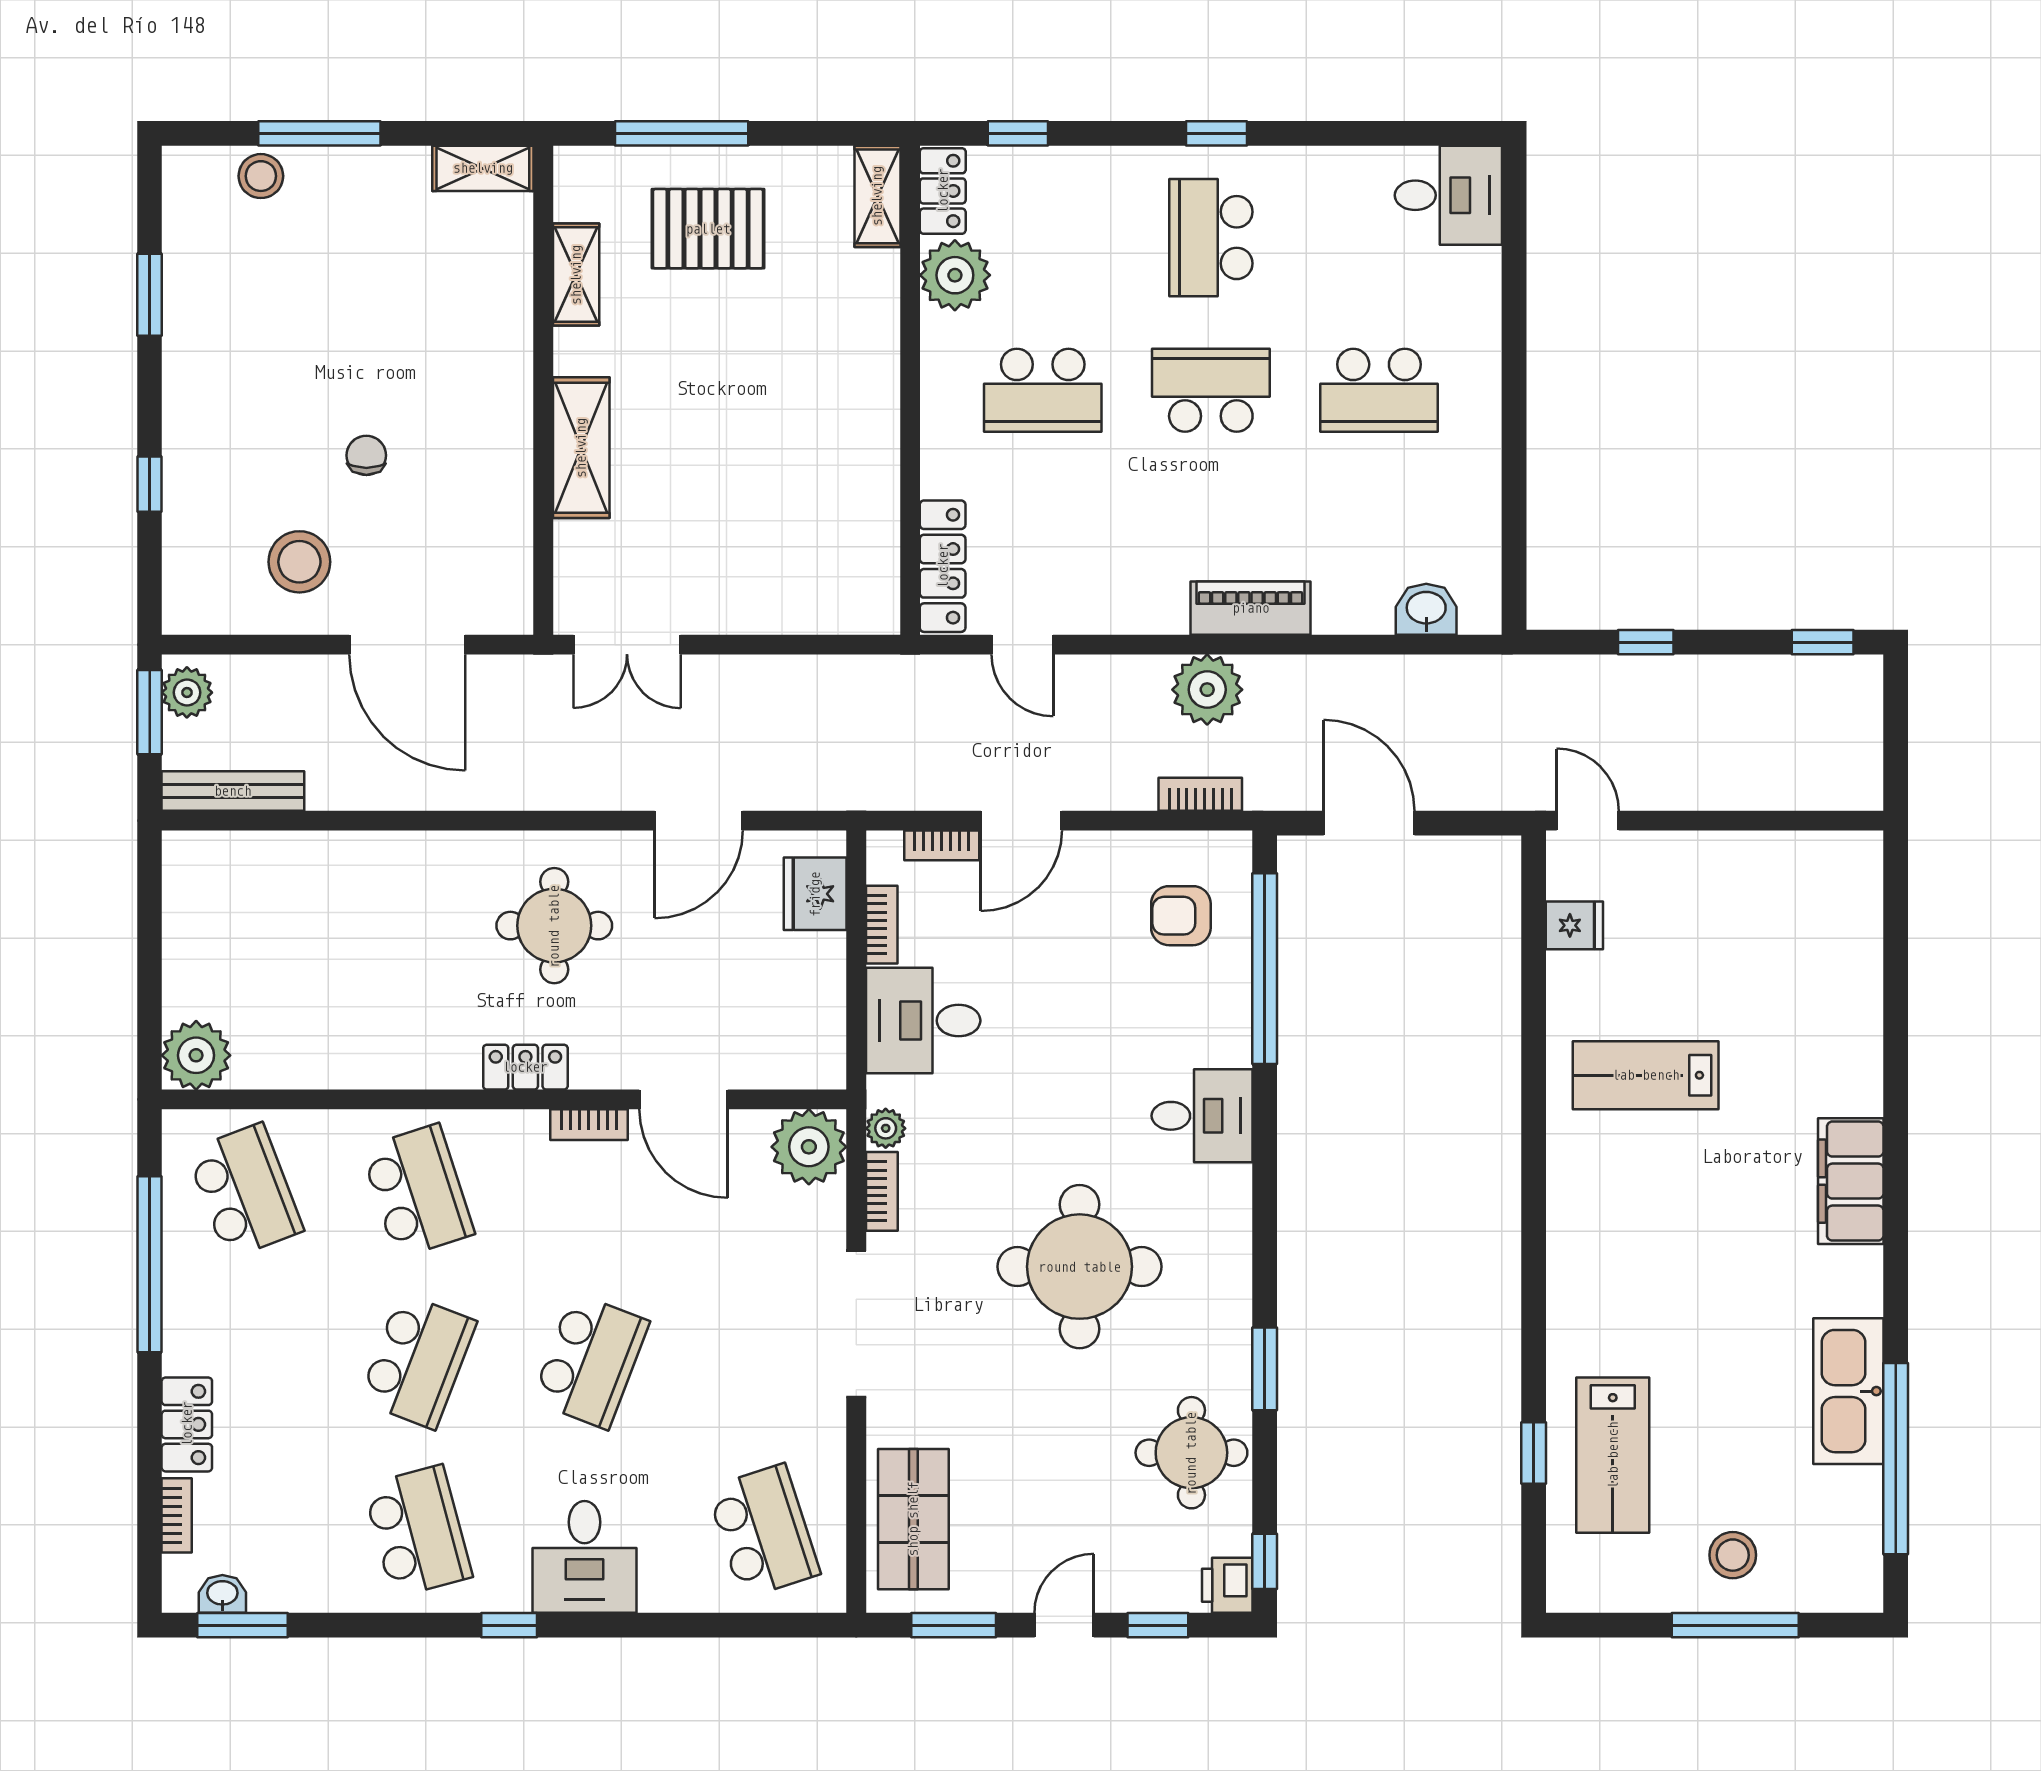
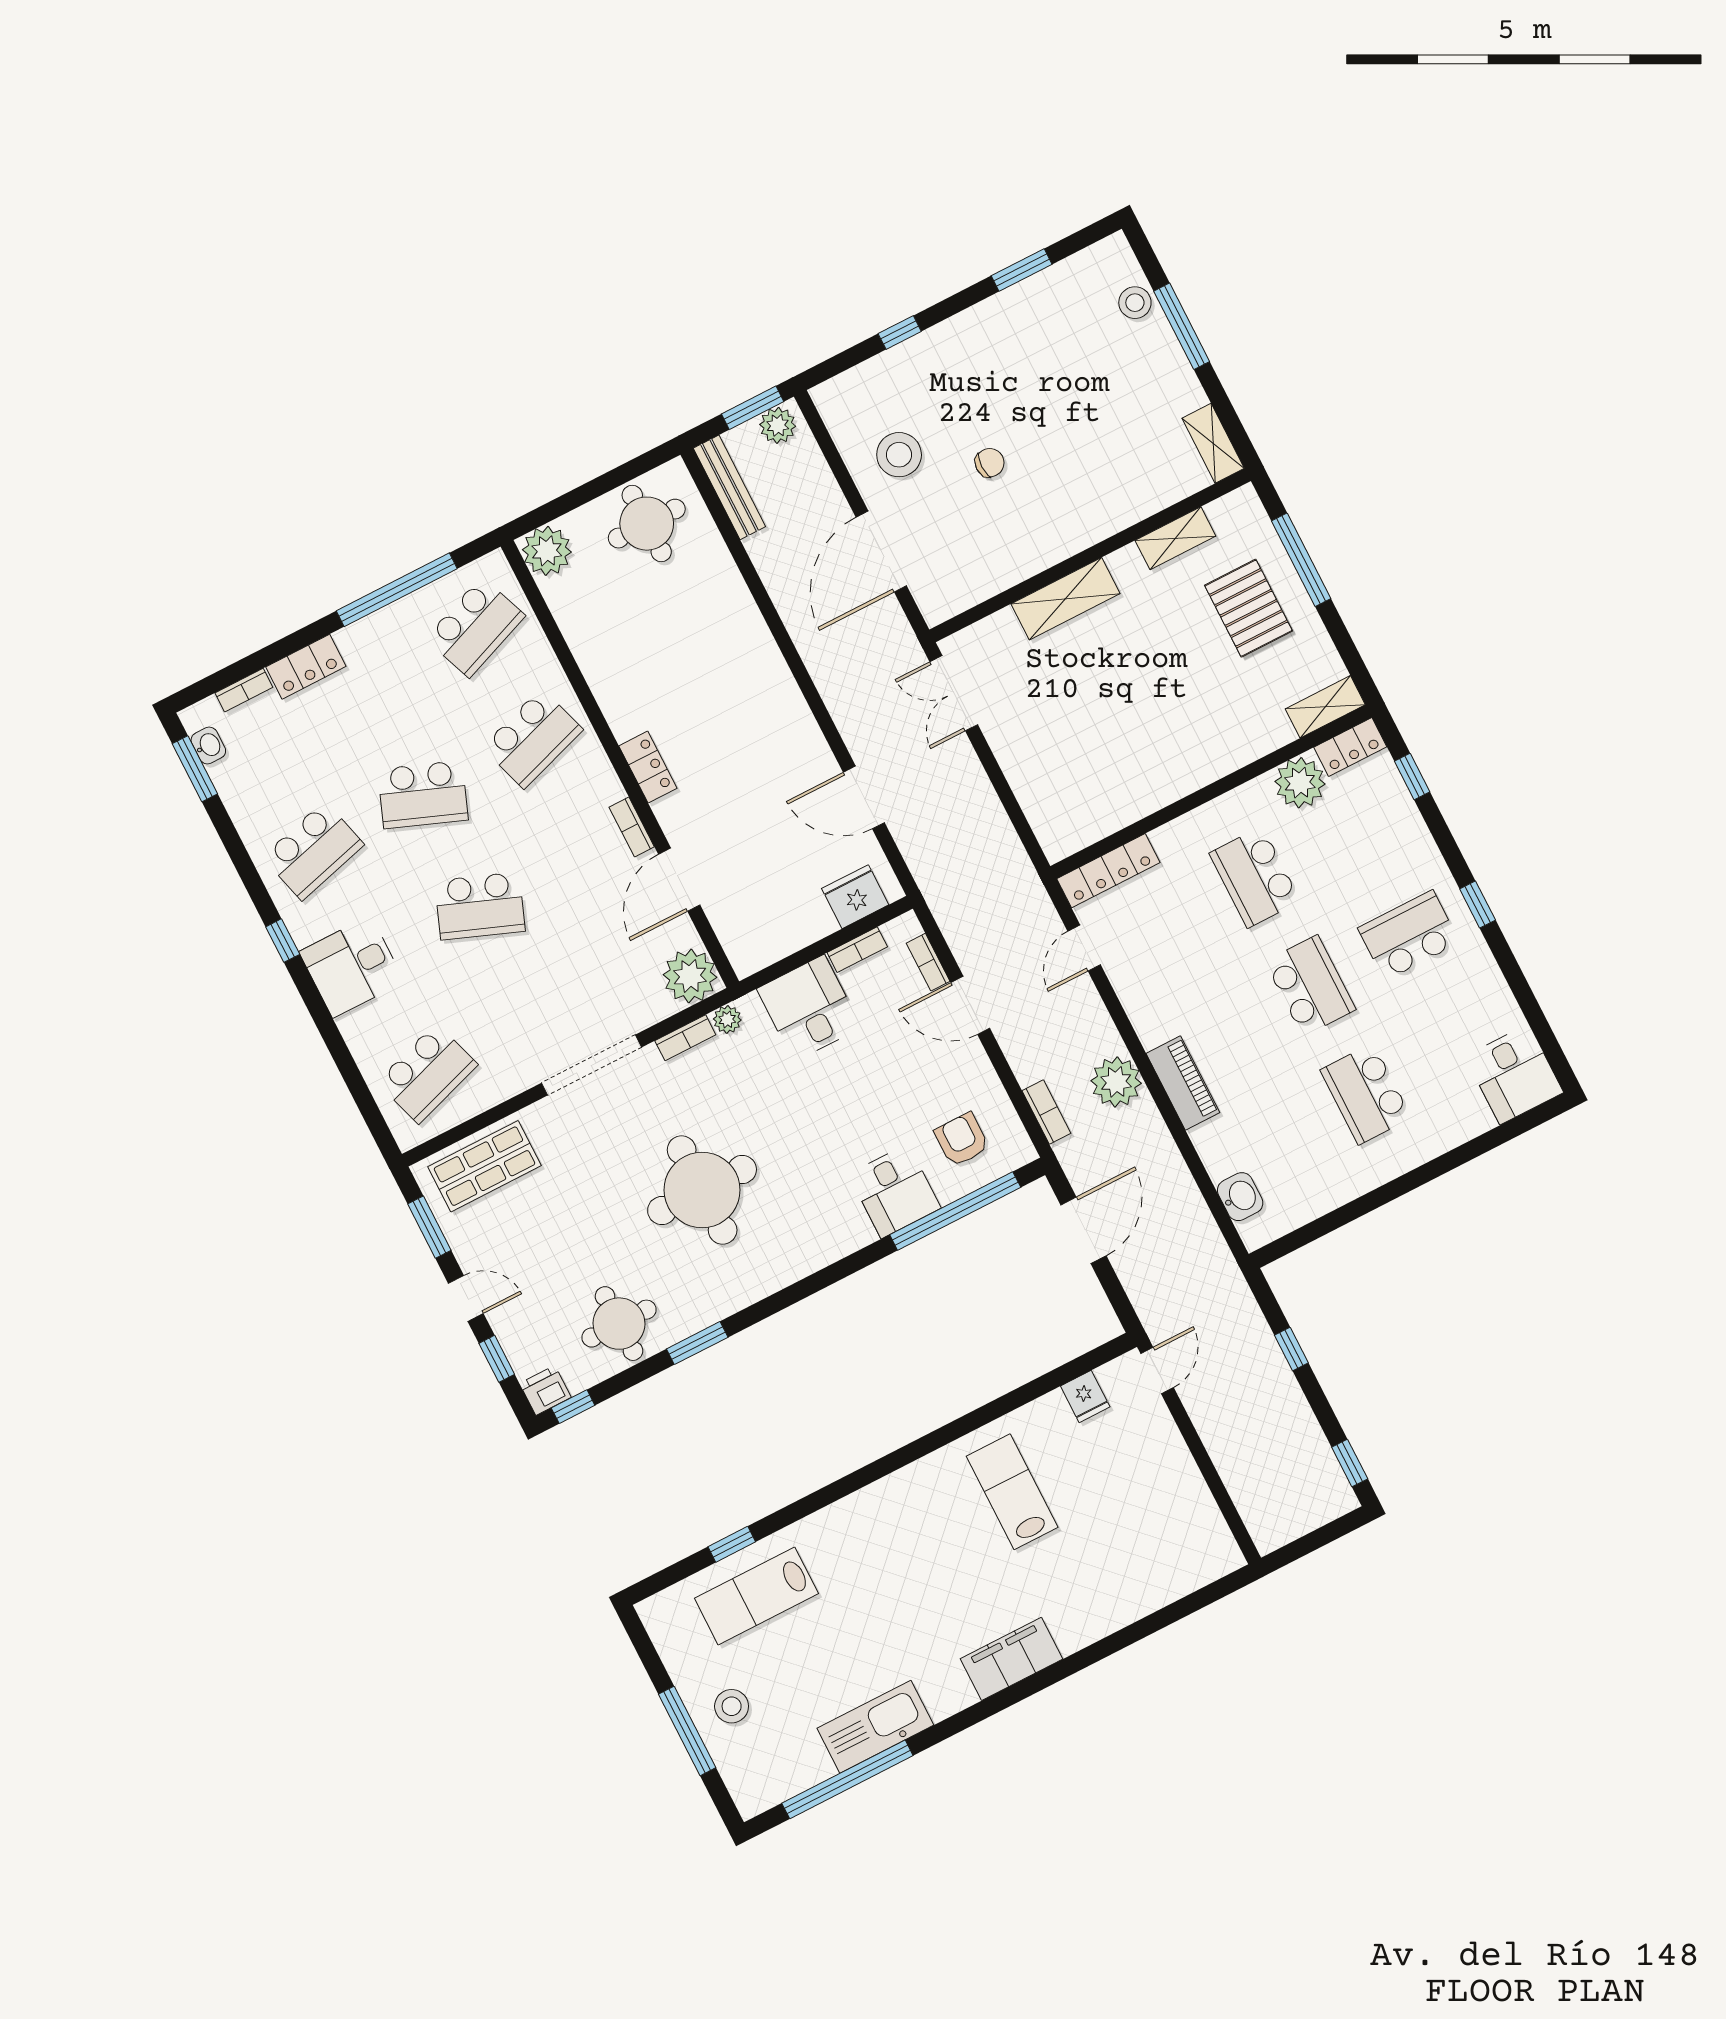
round table: (554, 926) -> (647, 524), moved
desk: (1202, 1116) -> (895, 1191), moved

